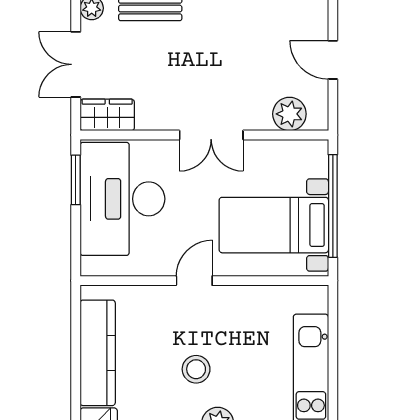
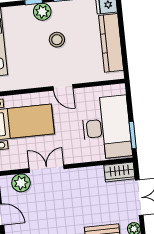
double door: (211, 135) -> (47, 169), moved
door: (194, 281) -> (63, 87), hinge flipped

